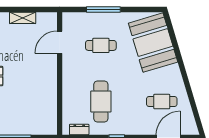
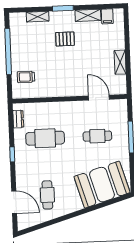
cafe table: (101, 45) -> (97, 136), turned 90
trolley: (34, 119) -> (26, 77), added

